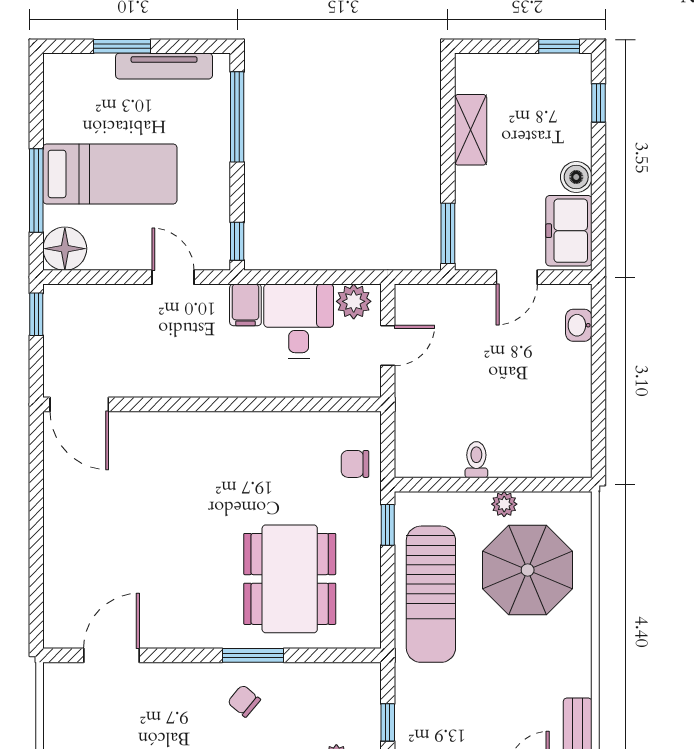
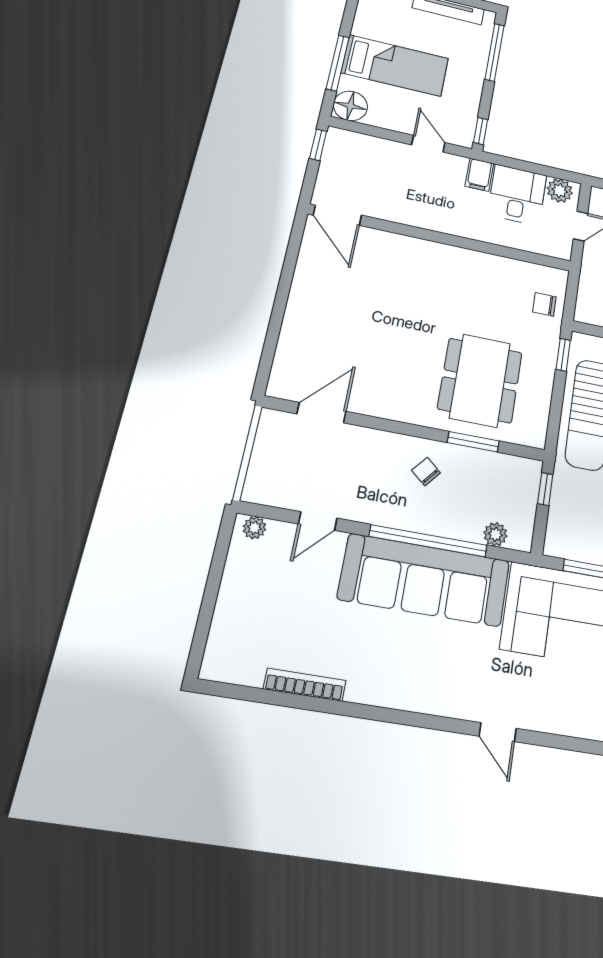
window: (253, 655) -> (473, 442), moved
window: (388, 722) -> (545, 489), moved

